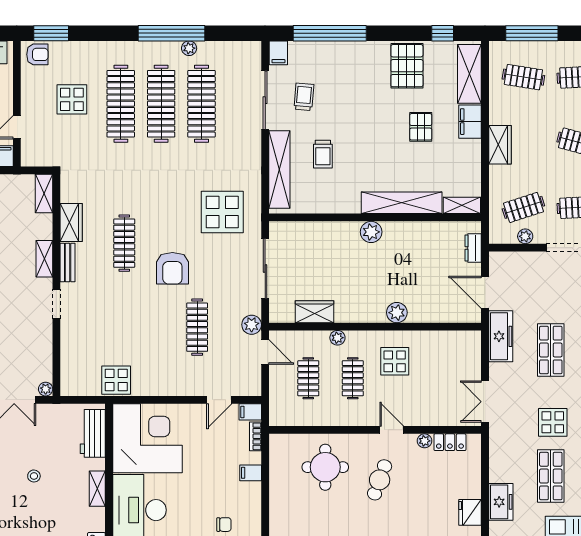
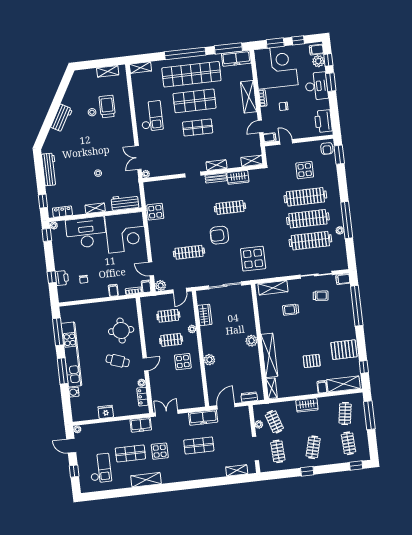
filing cabinet: (470, 122) -> (322, 387), width x0.50
shelving: (279, 169) -> (273, 288), width x0.68
plant: (252, 325) -> (161, 285), moved
freezer: (501, 502) -> (141, 425), moved

